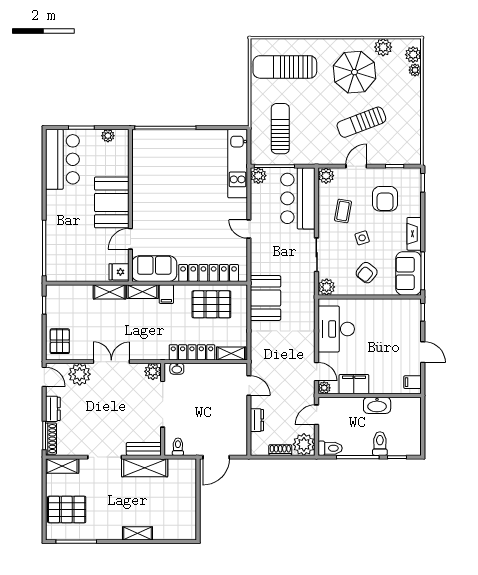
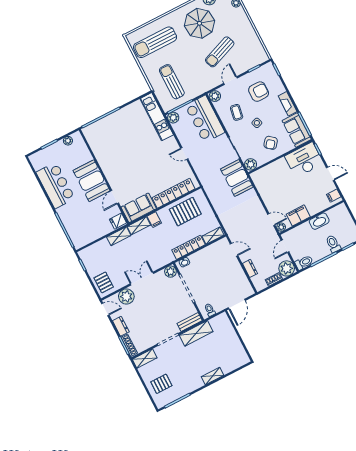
bar counter: (62, 159) -> (56, 185), moved
armchair: (385, 199) -> (259, 92), turned -90
booth: (265, 298) -> (237, 178), moved
desk: (336, 329) -> (304, 160), moved, turned 90
pallet: (67, 510) -> (161, 384), width x0.67, depth x0.71

